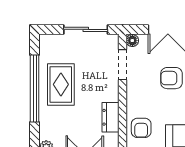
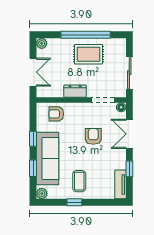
dresser: (111, 117) -> (75, 91), moved

